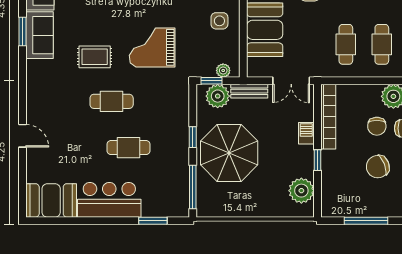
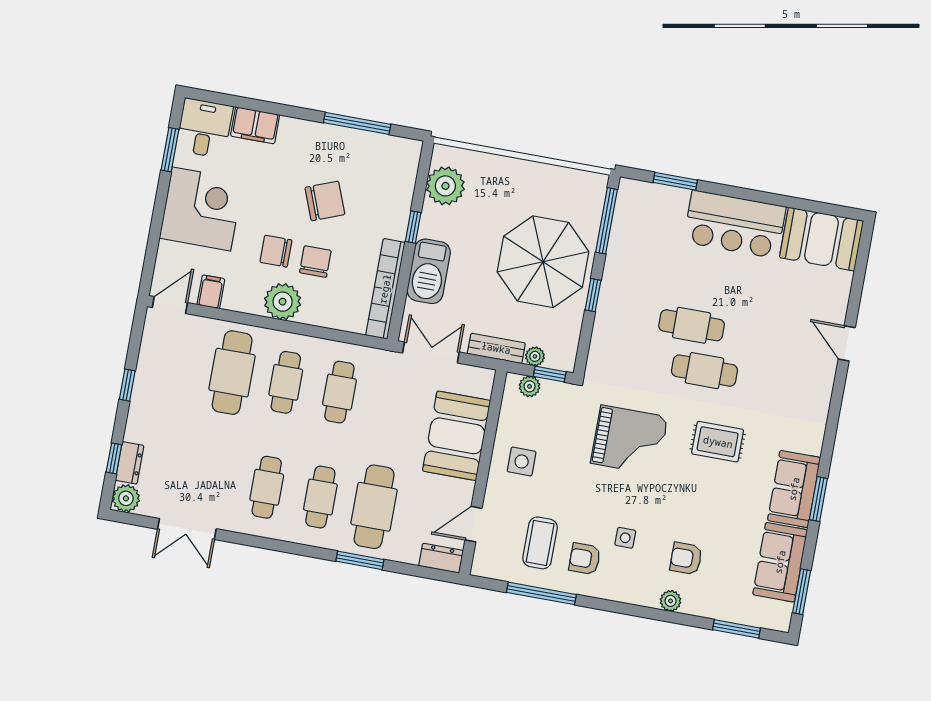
plant: (218, 96) -> (535, 356), width x0.53, depth x0.53
barbecue: (306, 133) -> (429, 271), width x1.88, depth x1.53
cafe table: (128, 148) -> (692, 325), moved

